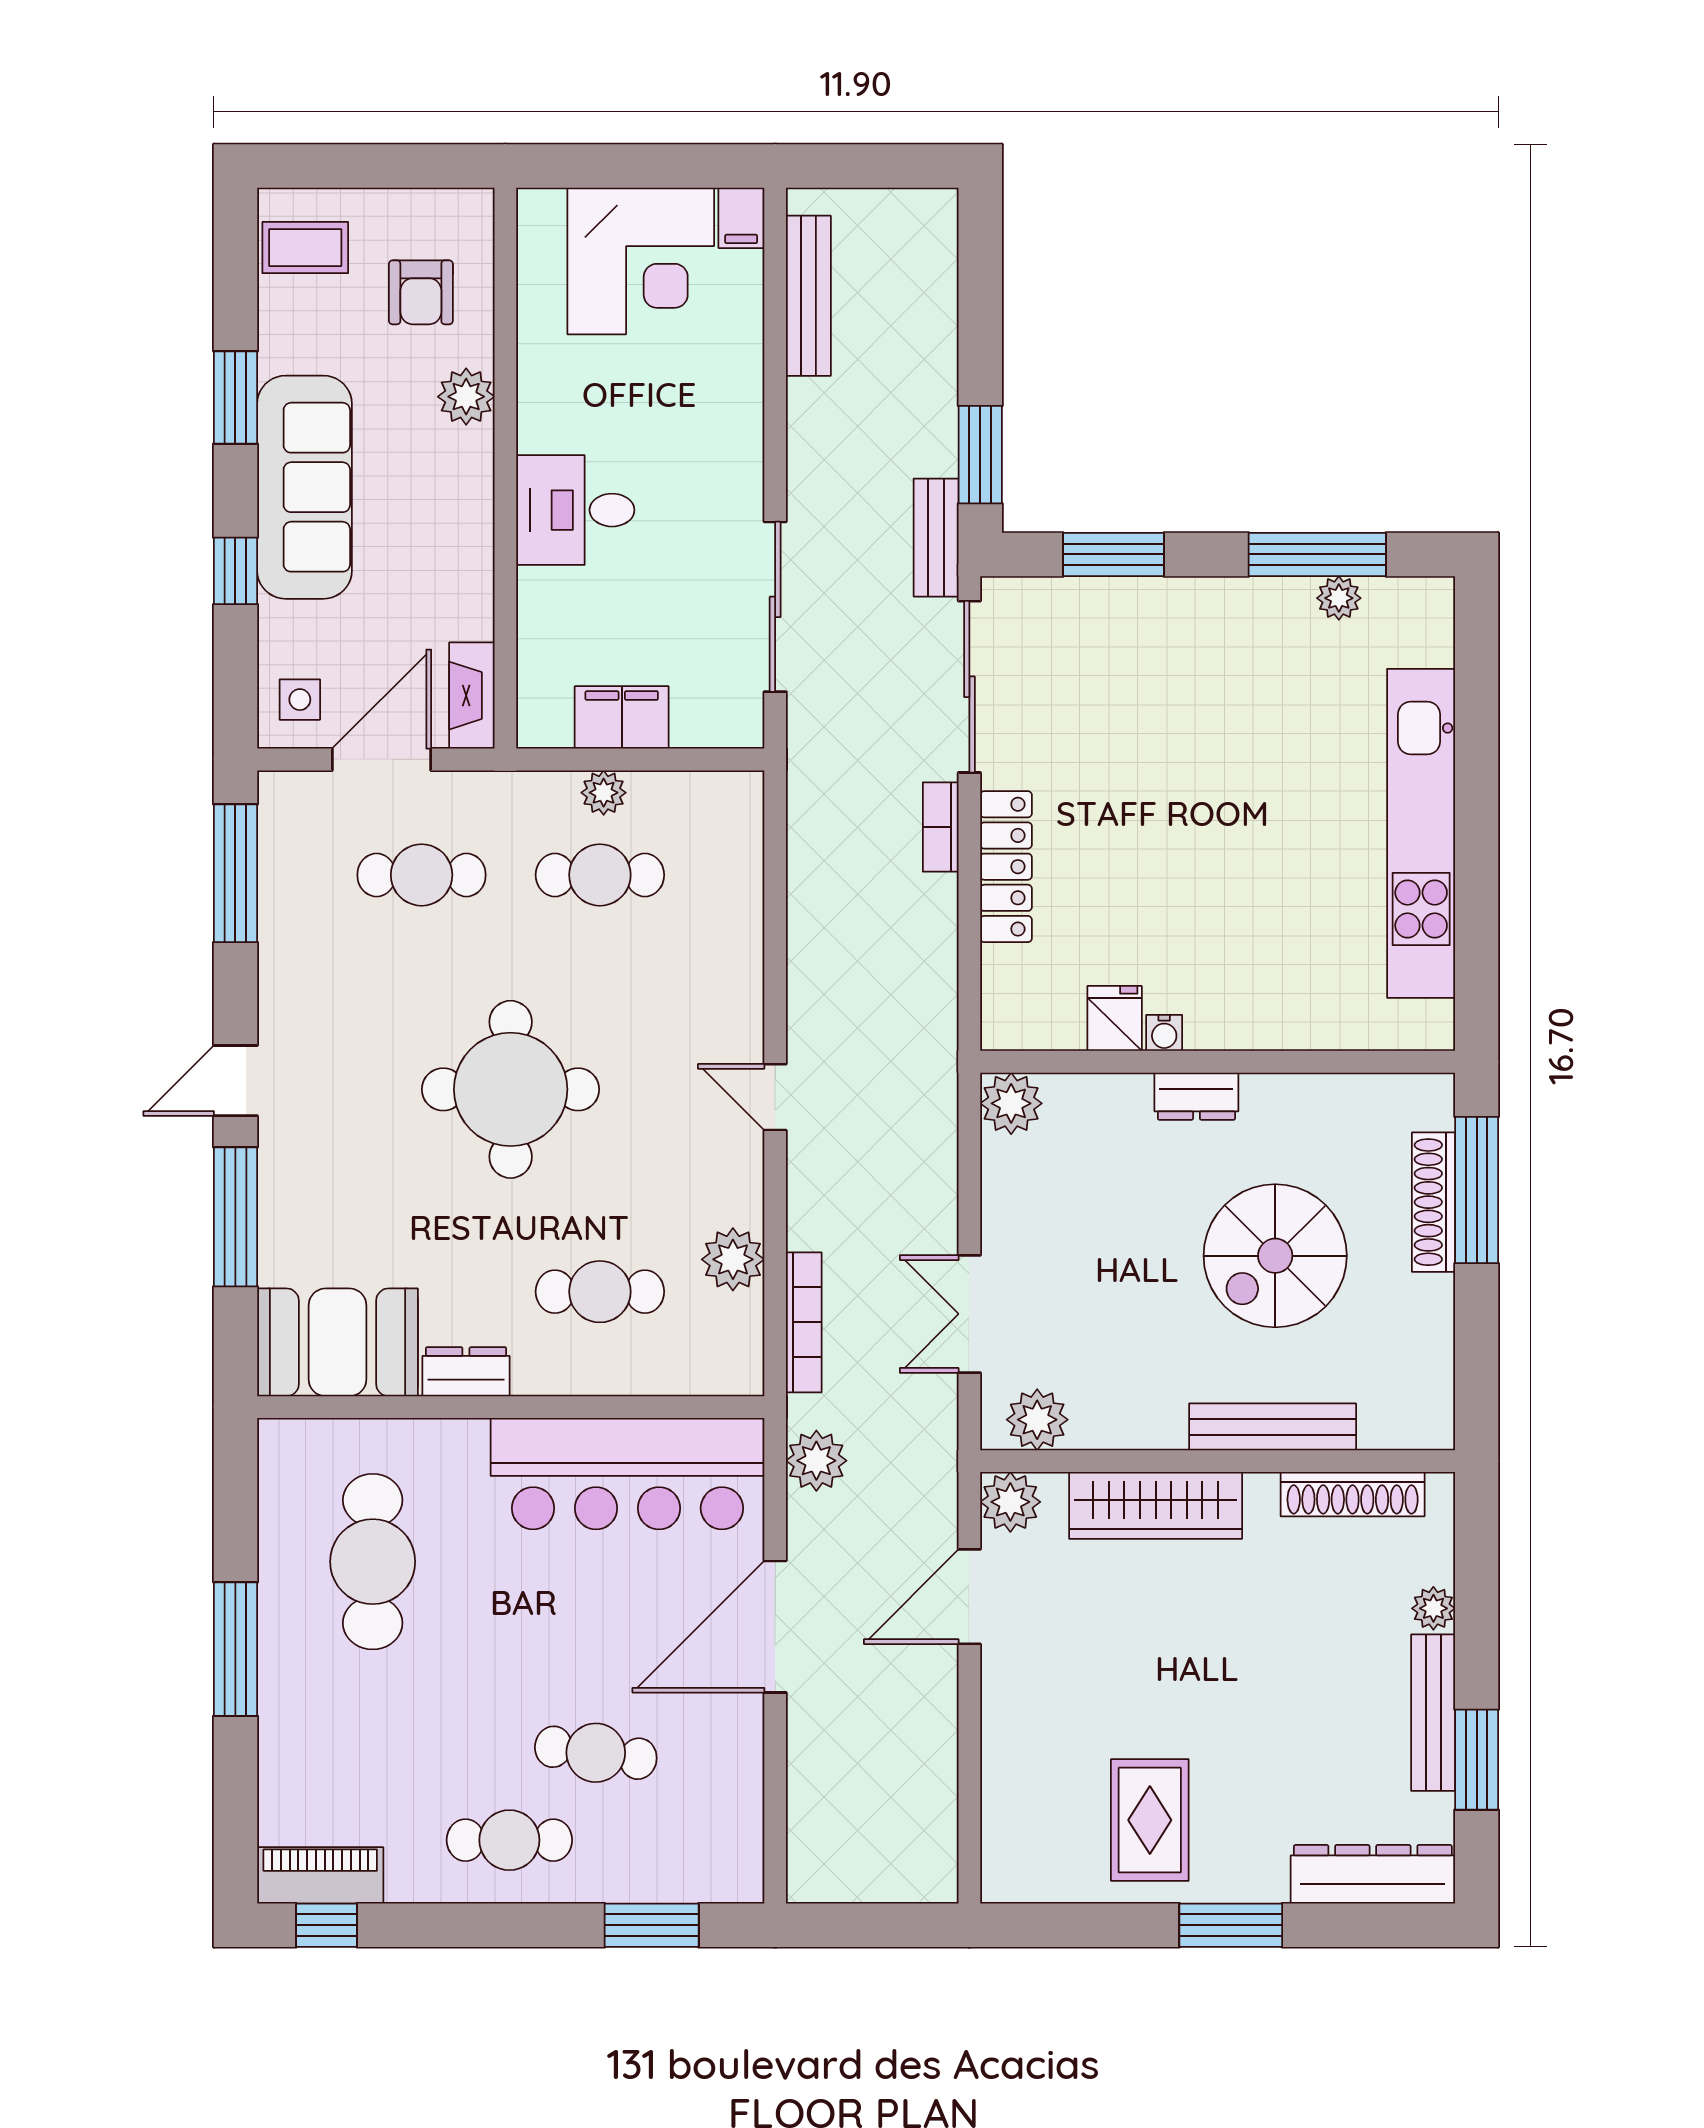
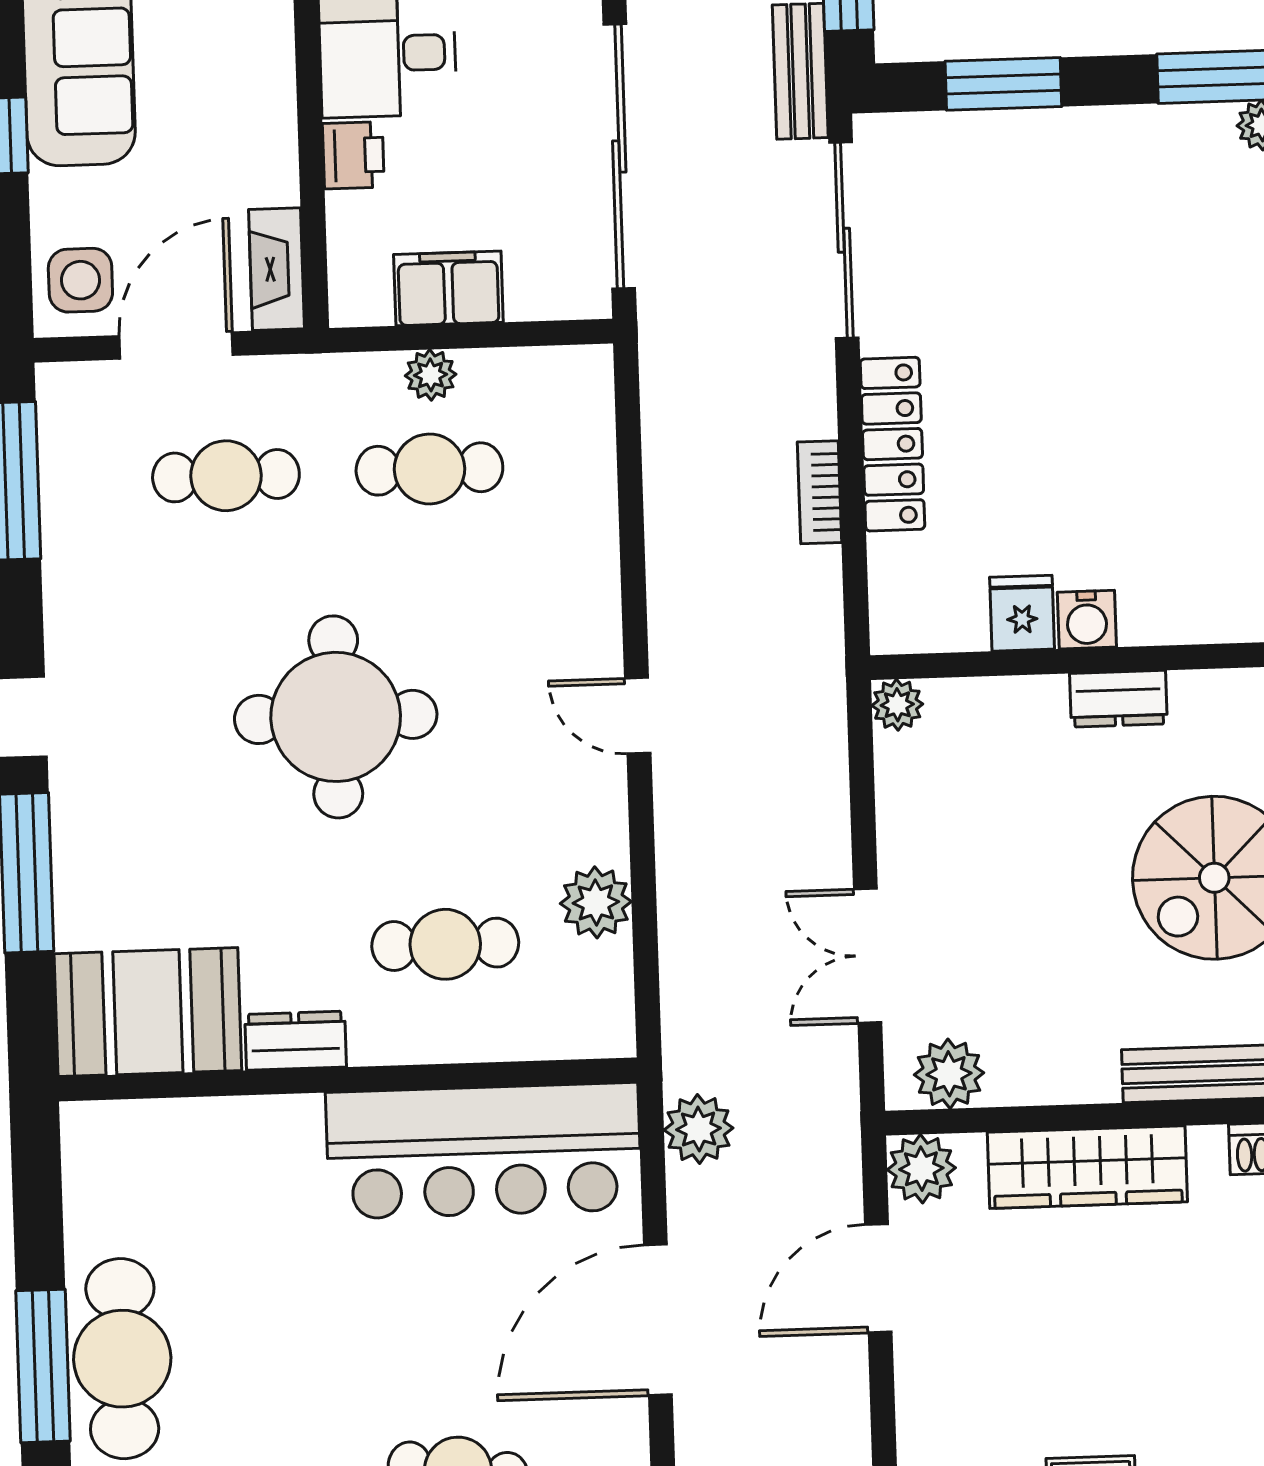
printer: (542, 598) -> (353, 155), added
sliding door: (775, 607) -> (619, 156), width x1.36
side table: (300, 700) -> (80, 280), width x1.37, depth x1.37
bookcase: (941, 827) -> (820, 492), moved
water cooler: (1164, 1033) -> (1087, 620), width x1.38, depth x1.38
plant: (1011, 1103) -> (897, 705), width x0.73, depth x0.73
bookcase: (804, 1322) -> (679, 972), removed
cafe table: (373, 1562) -> (122, 1359), moved

